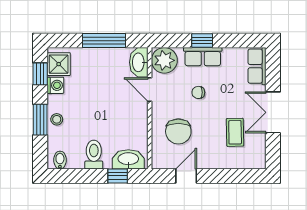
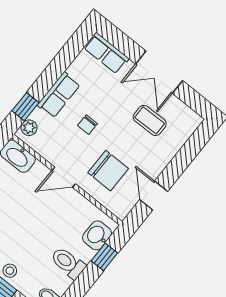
window: (202, 41) -> (25, 107), moved
plant: (164, 60) -> (29, 128), width x0.53, depth x0.53
door: (150, 90) -> (64, 177), moved
washbasin: (128, 159) -> (97, 235), width x0.72

